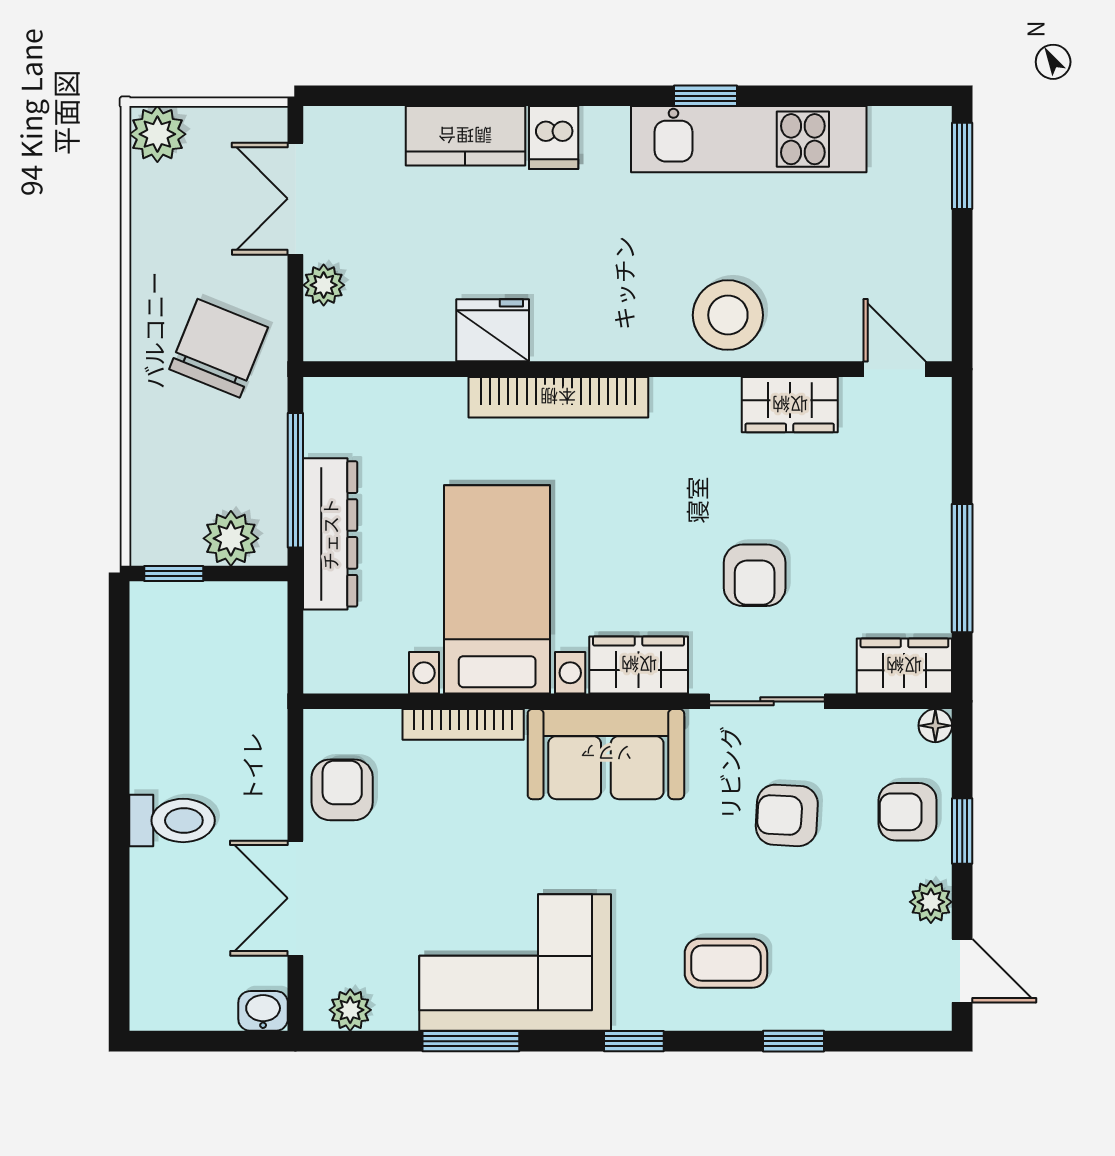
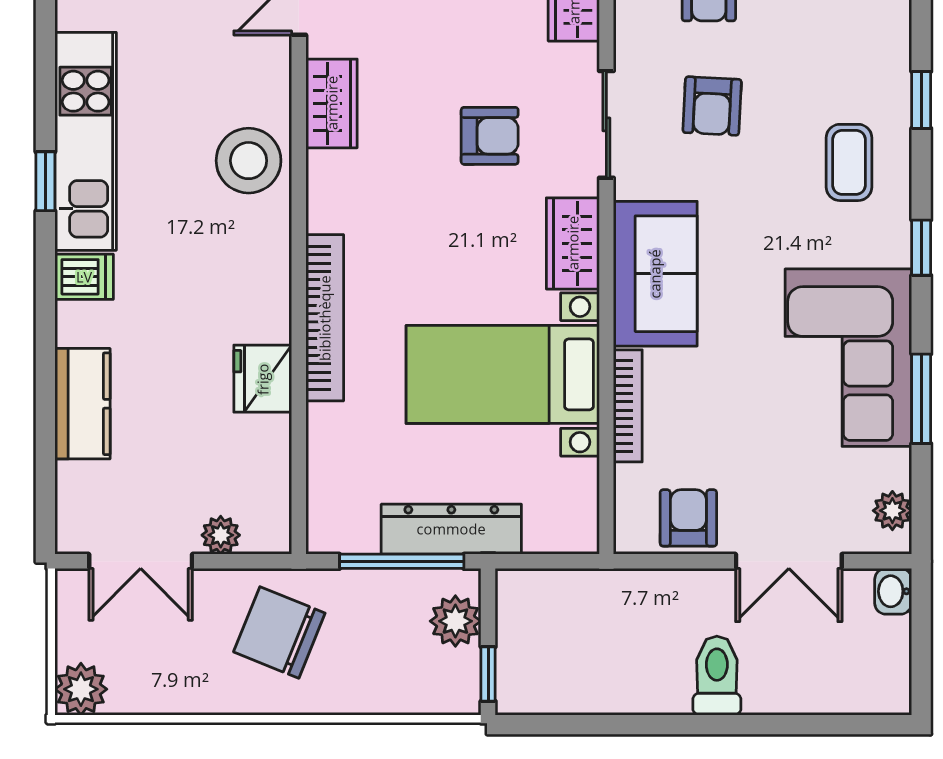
dishwasher: (554, 138) -> (84, 277), moved
armchair: (342, 790) -> (688, 518), turned 90

